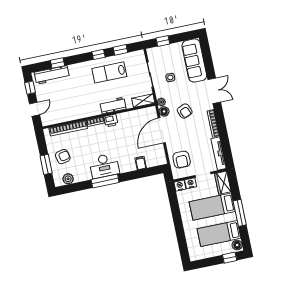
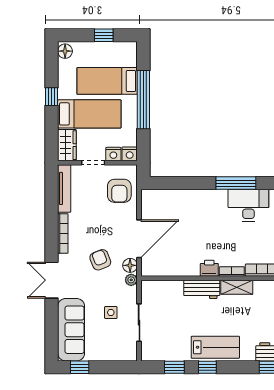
window: (163, 41) -> (80, 367), moved
lab bench: (109, 72) -> (215, 347), moved
shelving: (143, 101) -> (237, 287), moved
armchair: (182, 160) -> (119, 191), turned 180
filing cabinet: (141, 163) -> (179, 198), removed
desk: (104, 166) -> (248, 205), moved
window: (240, 213) -> (52, 97), width x0.46
window: (178, 224) -> (143, 100), added
bed: (219, 234) -> (107, 81), moved, turned 180
window: (230, 258) -> (104, 35), moved

